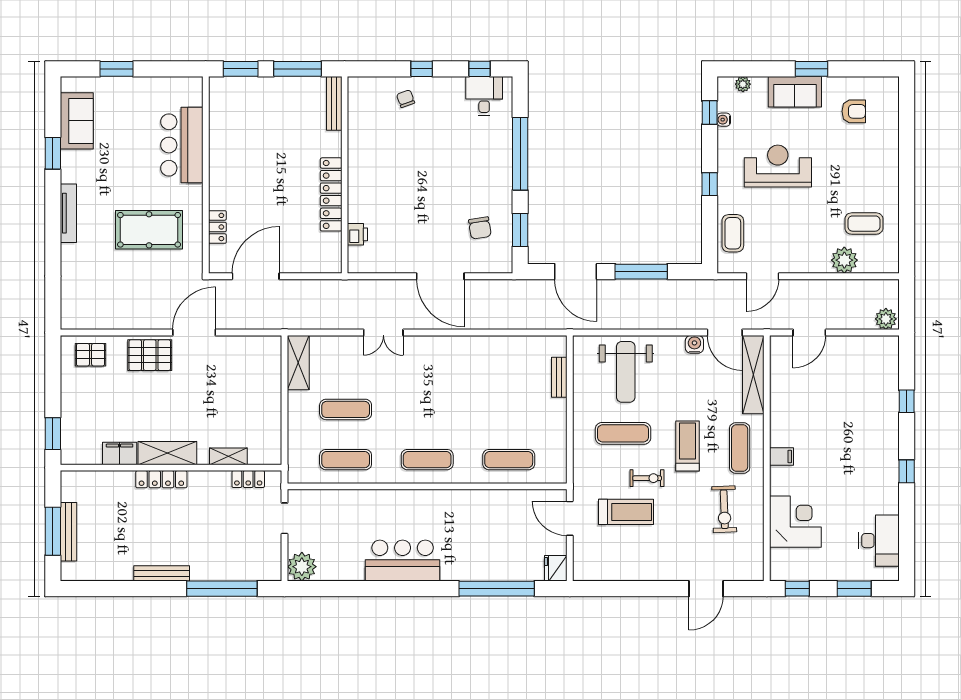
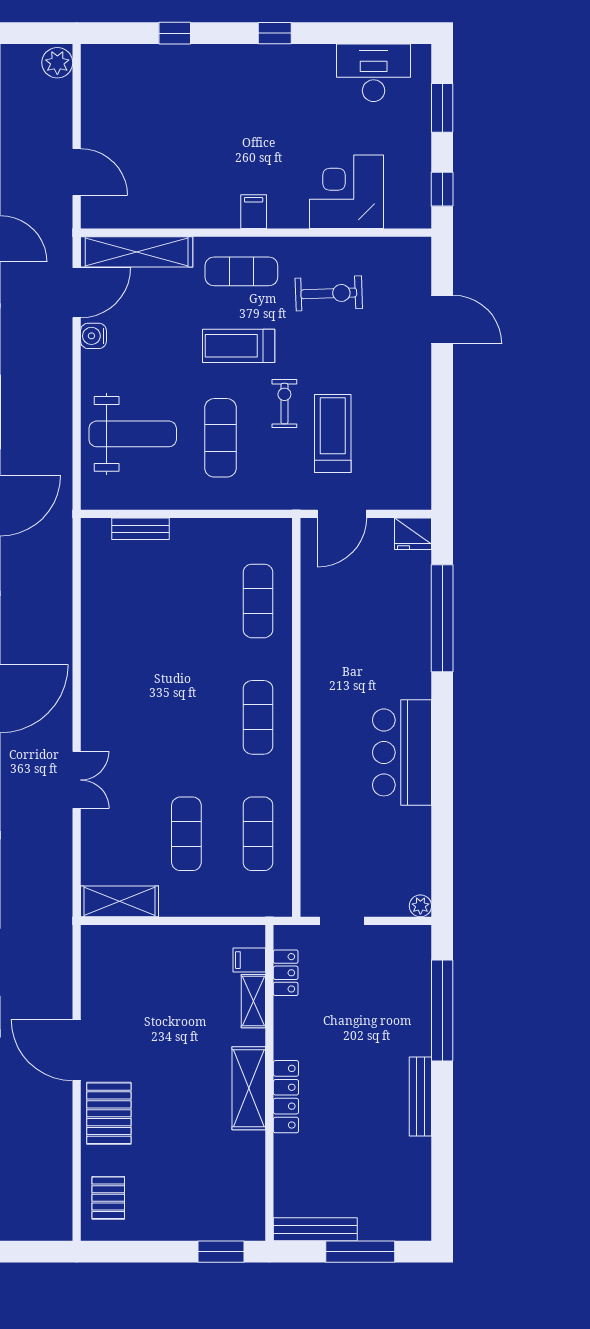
filing cabinet: (120, 454) -> (249, 960), moved, width x0.50
bench: (69, 532) -> (315, 1229), moved
plant: (302, 567) -> (420, 906), width x0.53, depth x0.53

